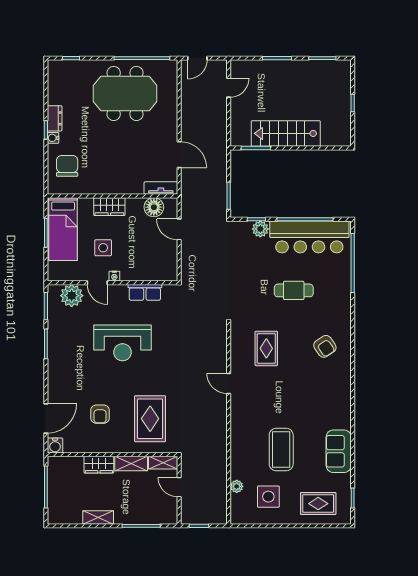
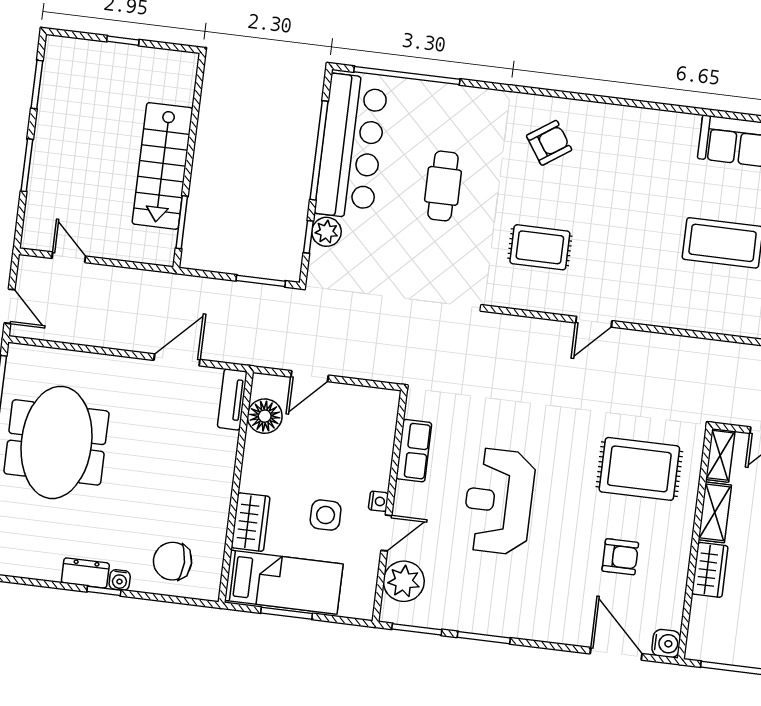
wardrobe: (109, 207) -> (251, 522), moved
reception desk: (123, 343) -> (499, 501), turned 180

